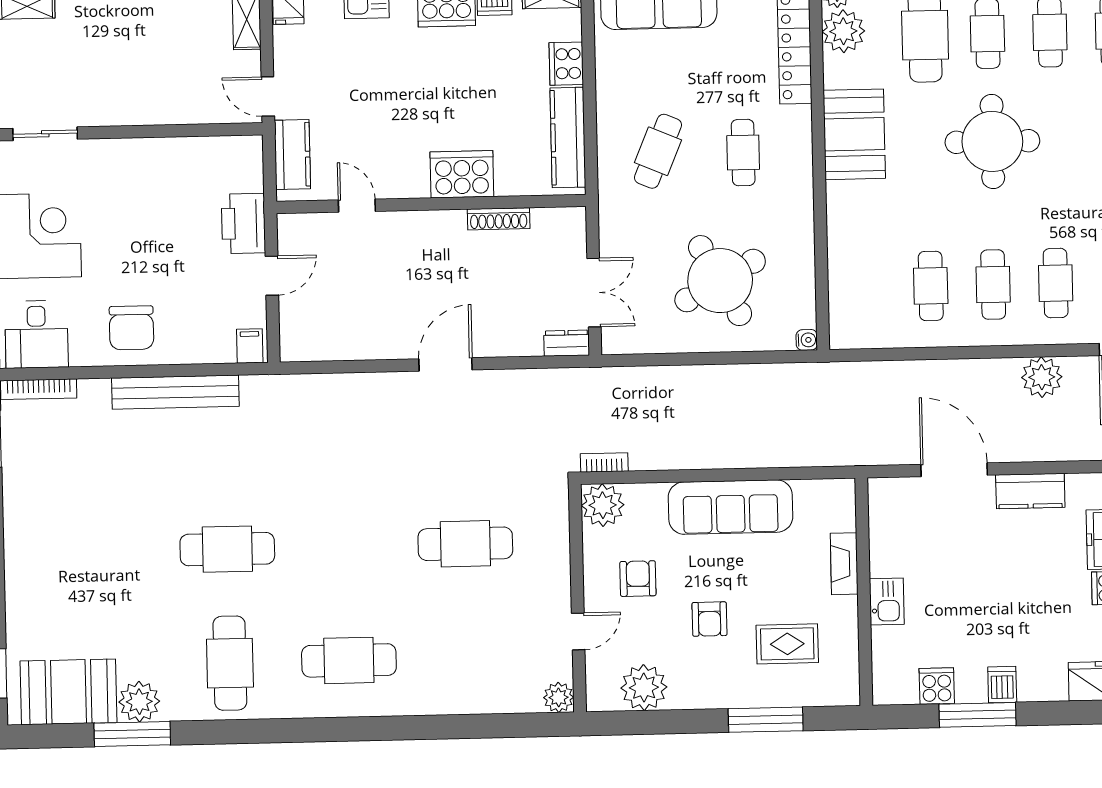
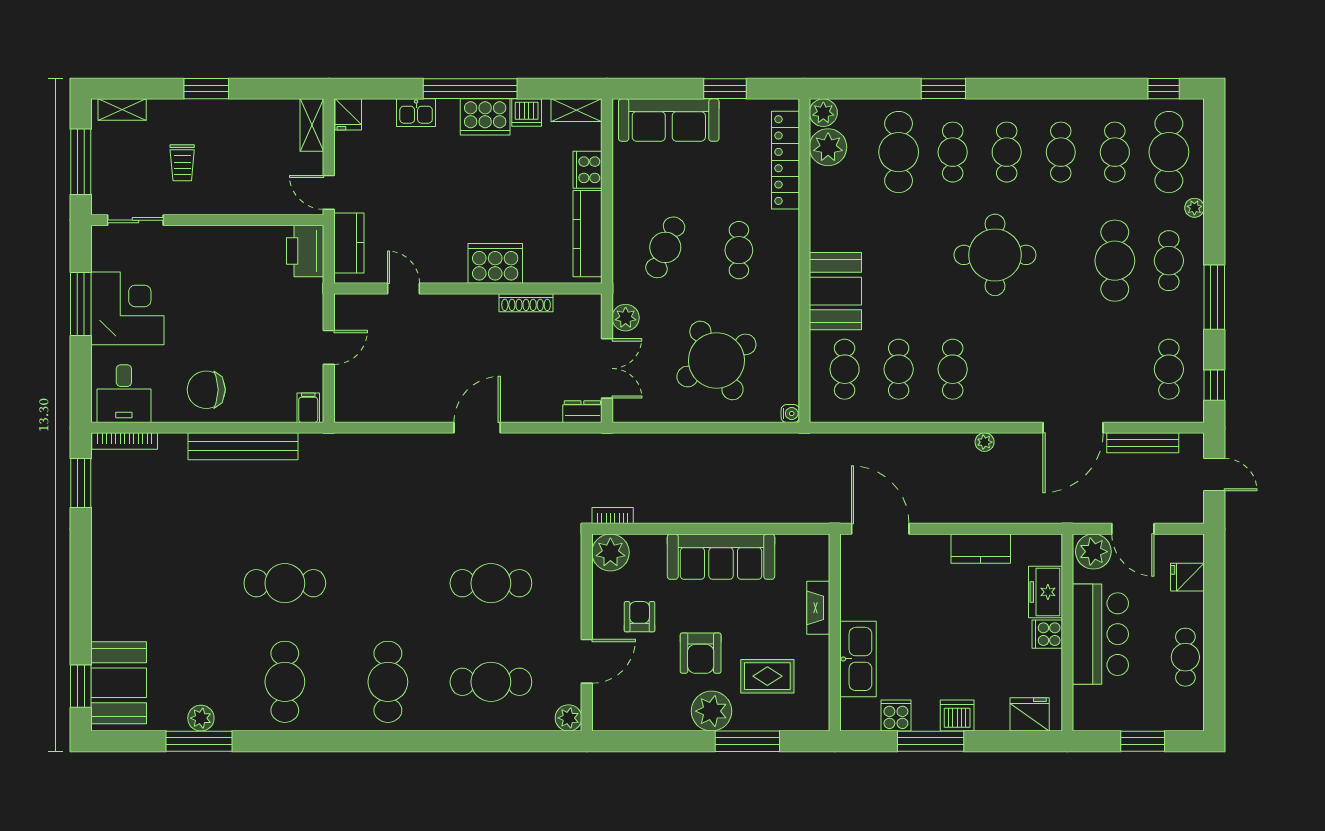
trolley: (98, 66) -> (182, 163), added
booth: (854, 134) -> (835, 291), moved
round table: (992, 141) -> (995, 255), moved
printer: (243, 223) -> (305, 251), moved
plant: (614, 233) -> (626, 318), added
cafe table: (1056, 283) -> (845, 369), moved
chair: (131, 328) -> (206, 390), turned 90
plant: (1042, 377) -> (985, 442), width x0.53, depth x0.53
door: (954, 470) -> (880, 529), moved
kitchen sink: (887, 601) -> (858, 659), width x1.88, depth x1.24
armchair: (709, 619) -> (701, 653), width x1.38, depth x1.38
door: (578, 631) -> (587, 661), width x1.38
cafe table: (468, 658) -> (491, 682), added
cafe table: (349, 660) -> (388, 682), turned 90
dishwasher: (1002, 685) -> (957, 716), width x1.38
plant: (644, 688) -> (712, 711), moved
booth: (68, 692) -> (119, 683), moved, turned 90
plant: (139, 702) -> (201, 718), width x0.73, depth x0.73

